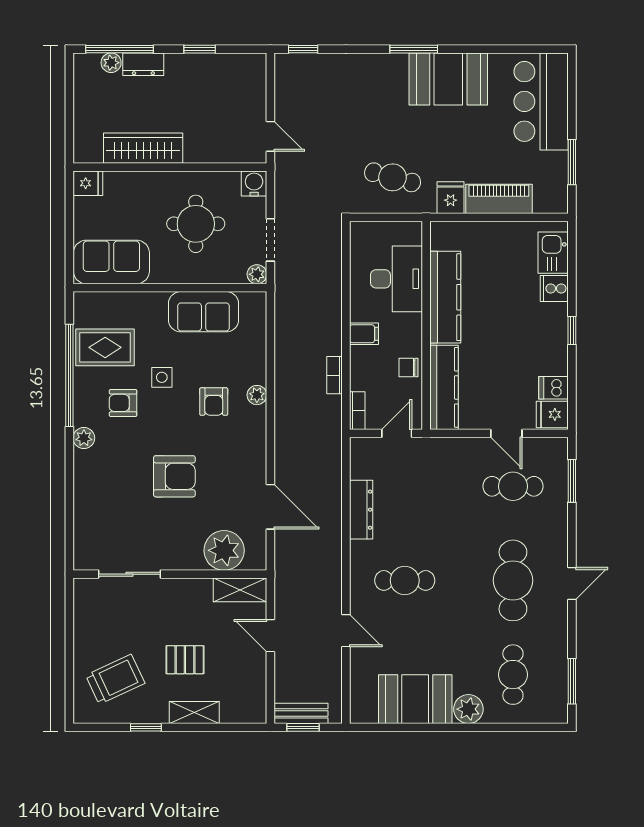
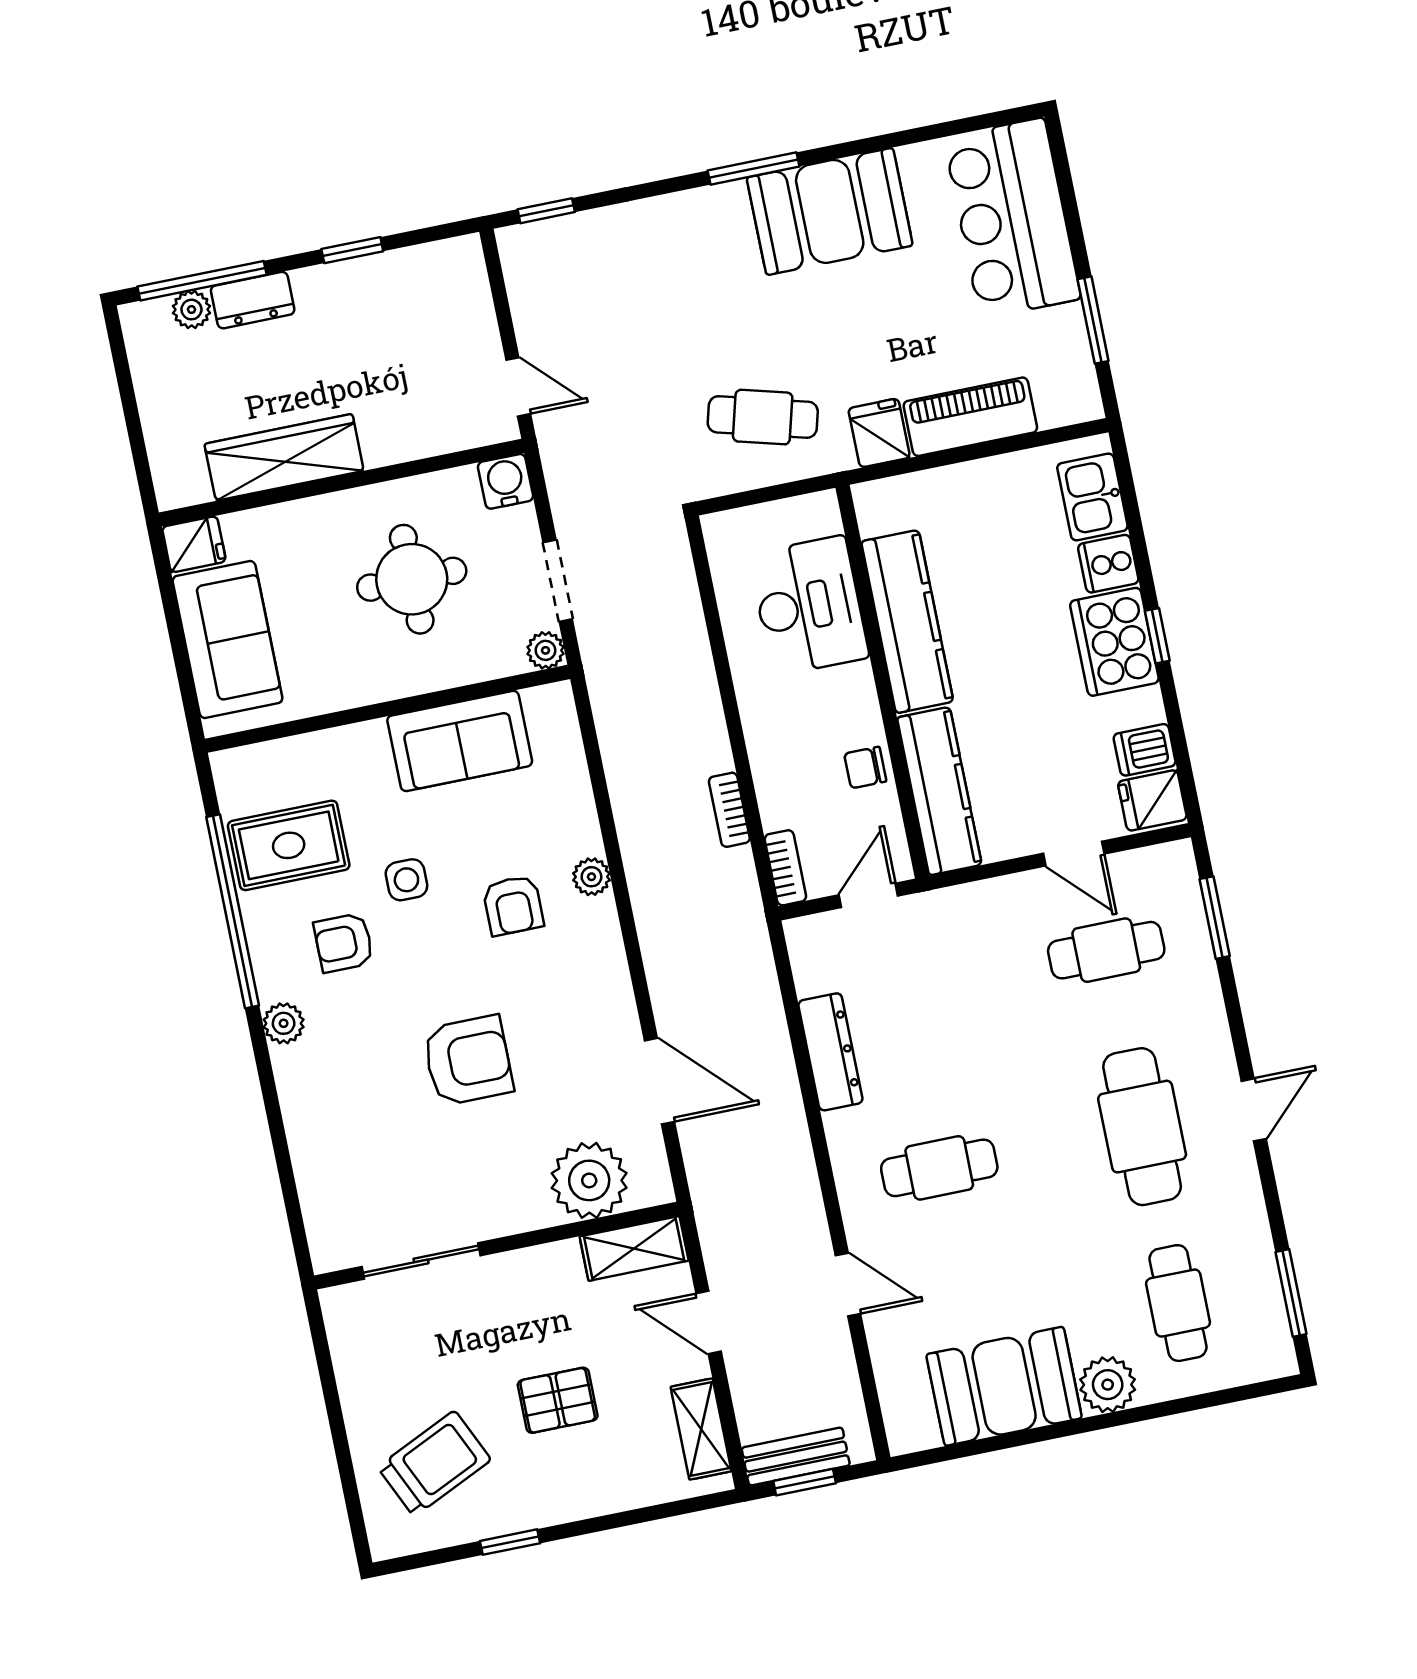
sofa: (111, 262) -> (228, 640), moved, turned 90
cooker: (549, 329) -> (1114, 642), added
filing cabinet: (364, 334) -> (769, 721), removed
shelving: (194, 712) -> (701, 1429), moved, turned 90

